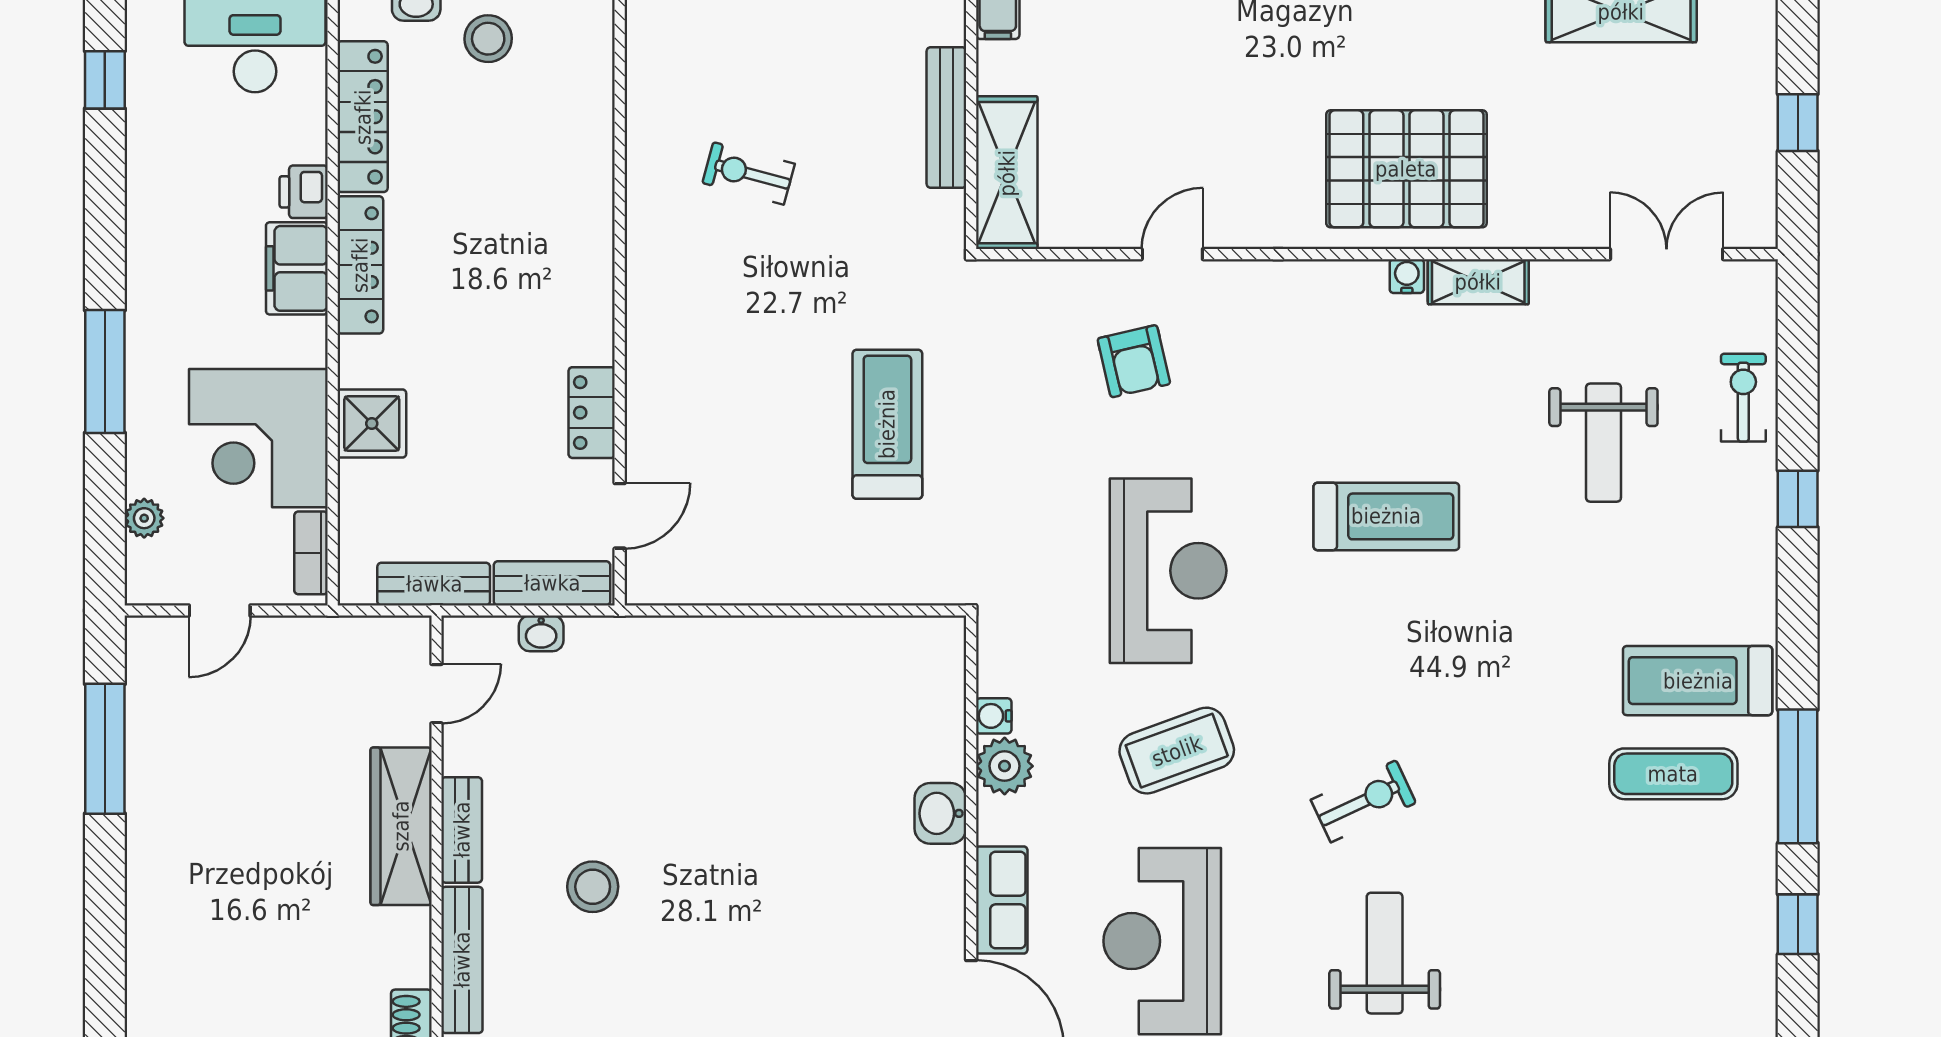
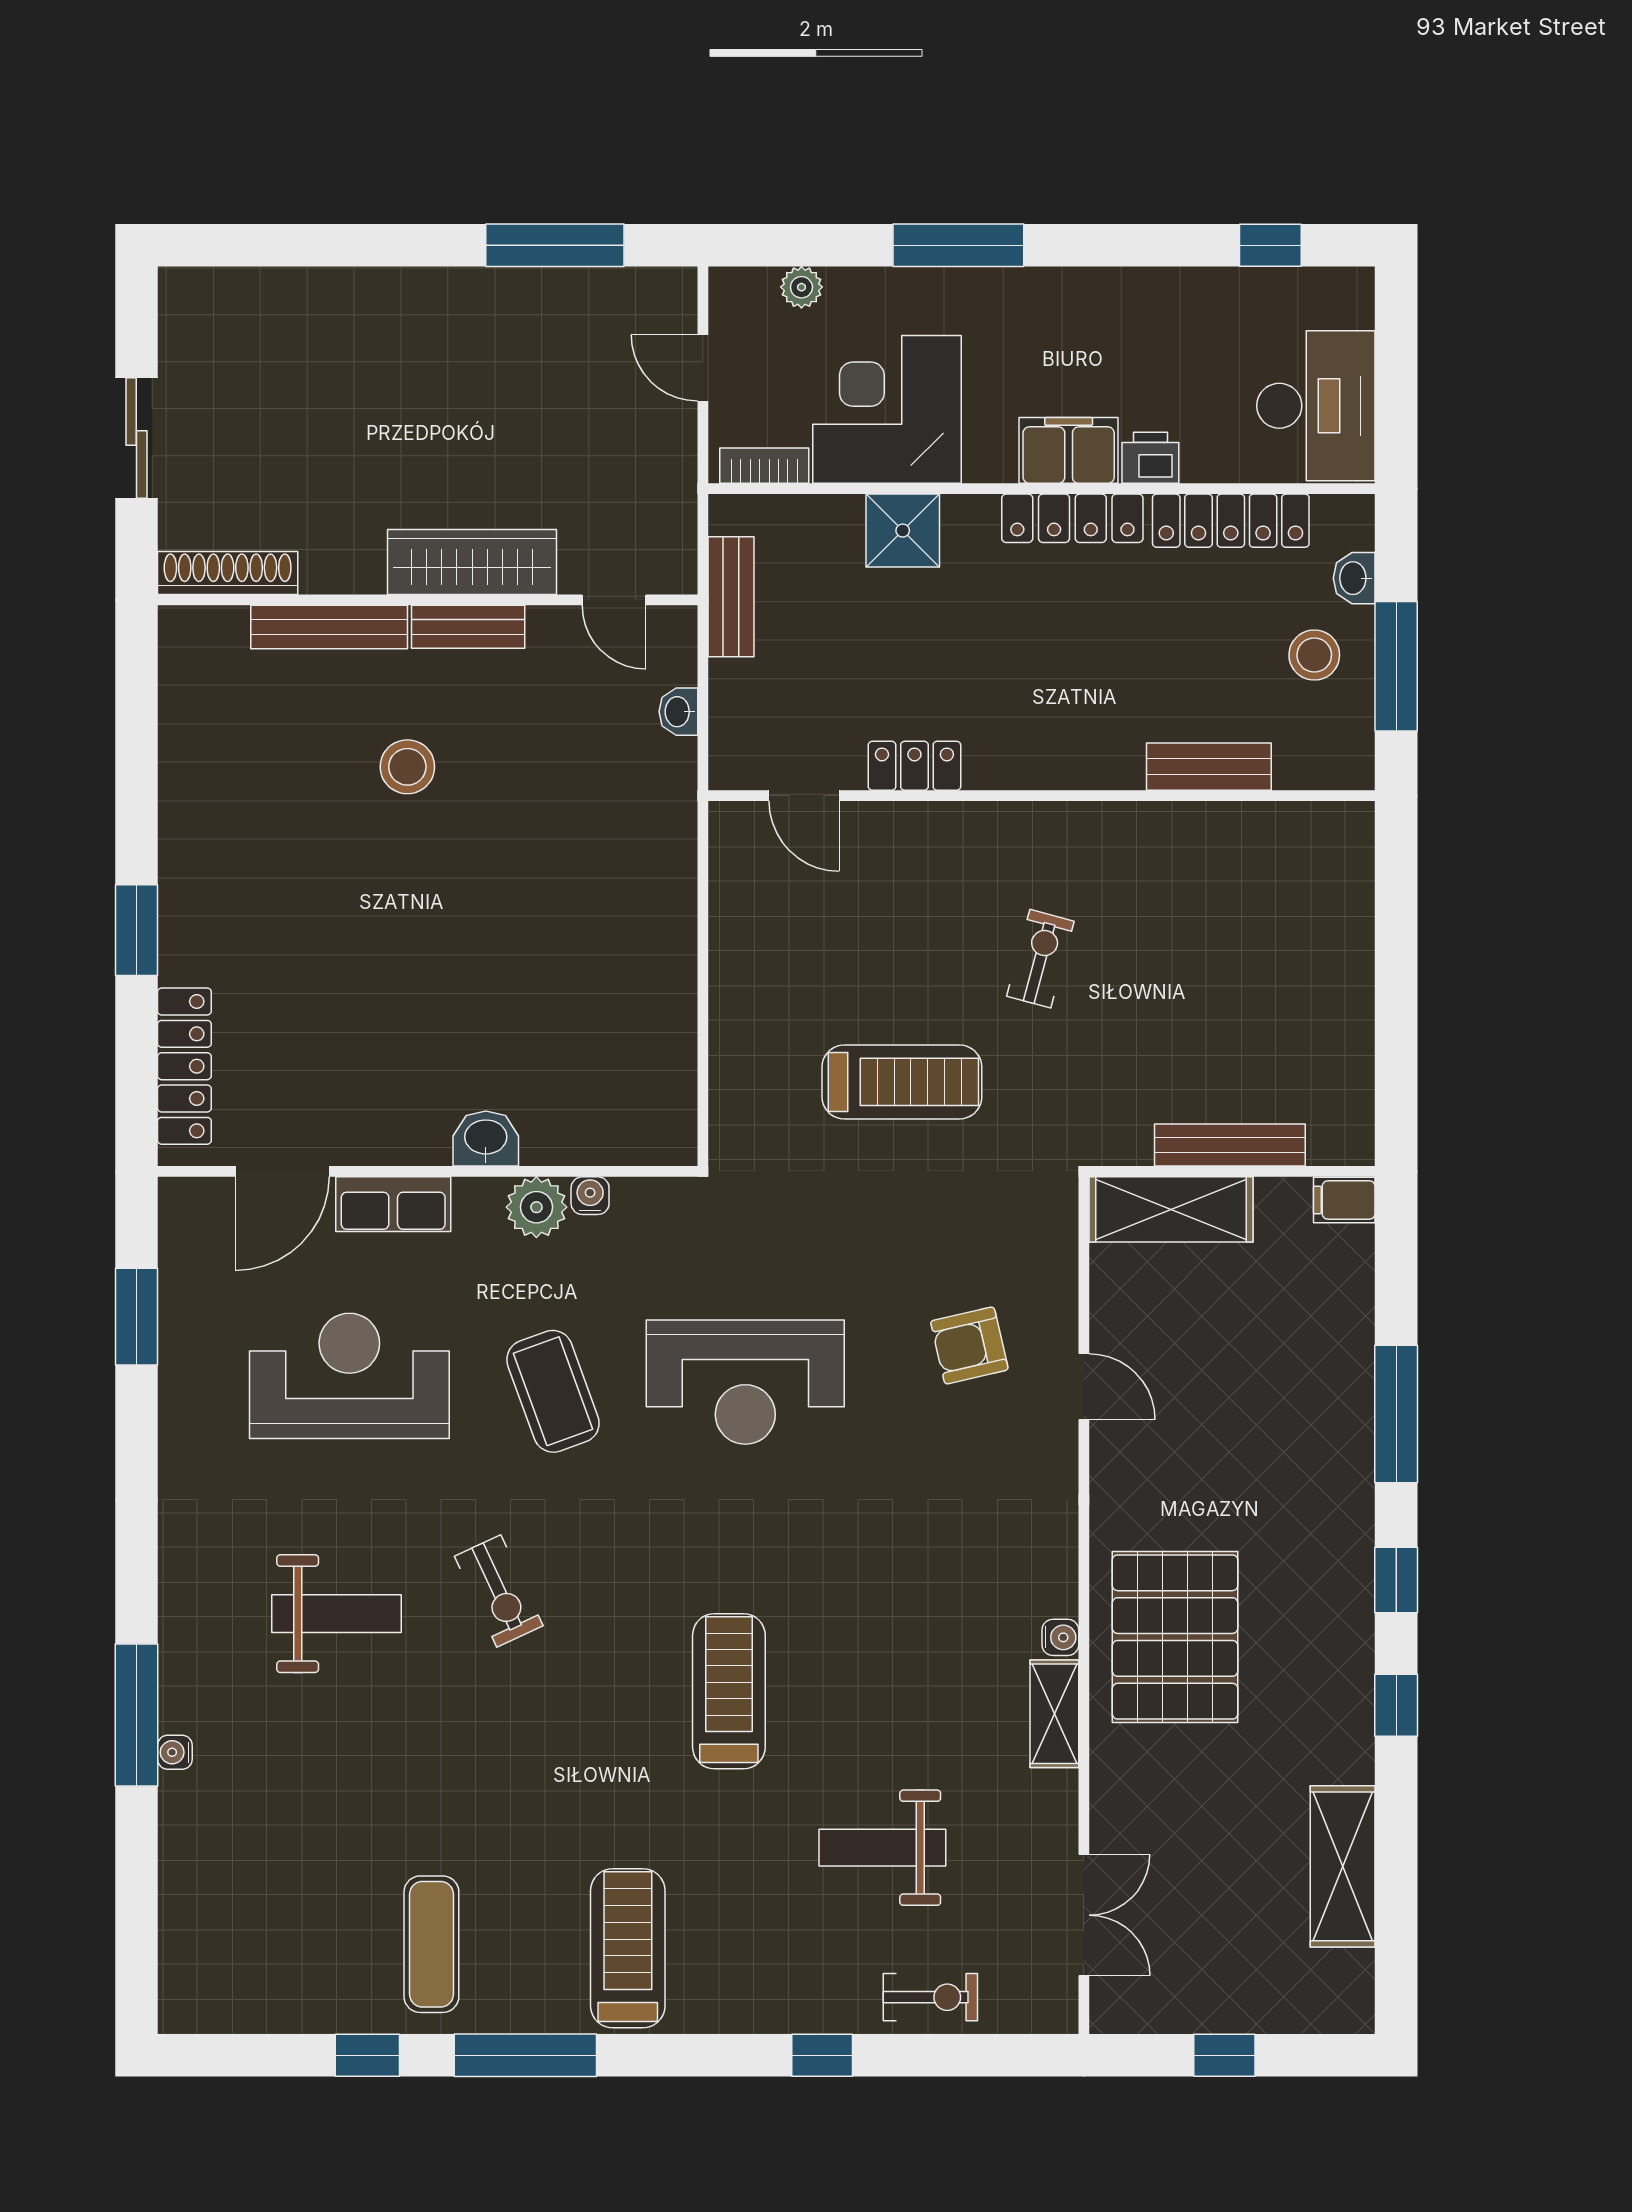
exercise bike: (749, 173) -> (1040, 959), moved
treadmill: (1386, 516) -> (729, 1691), moved, turned 180
bench: (552, 583) -> (1209, 767), moved, turned 90
exercise mat: (1673, 774) -> (431, 1944), moved

